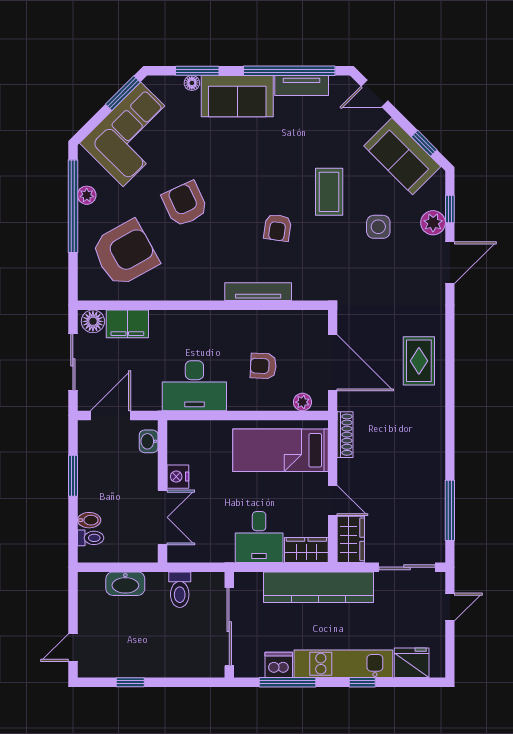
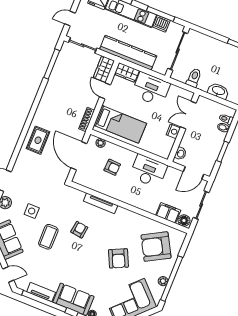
desk: (259, 537) -> (151, 89), width x1.37

